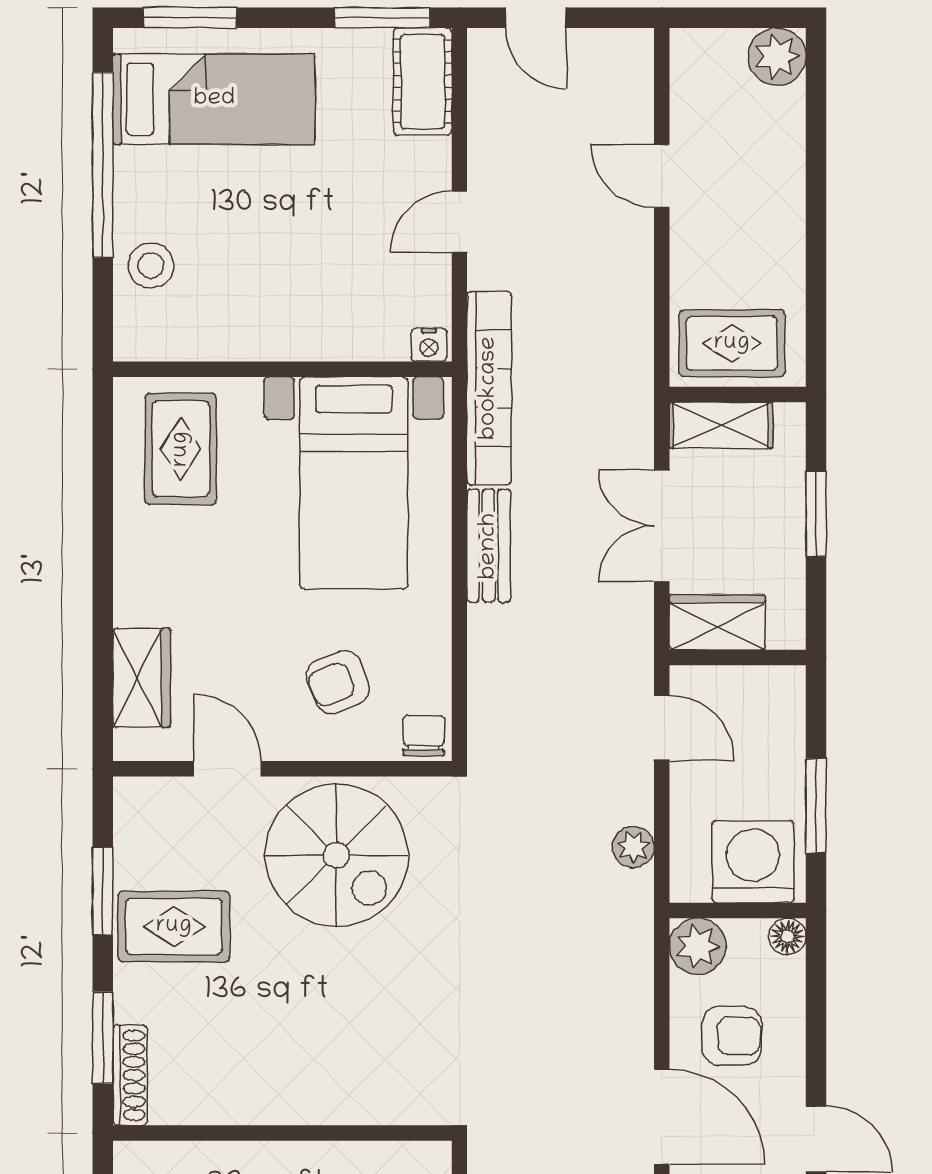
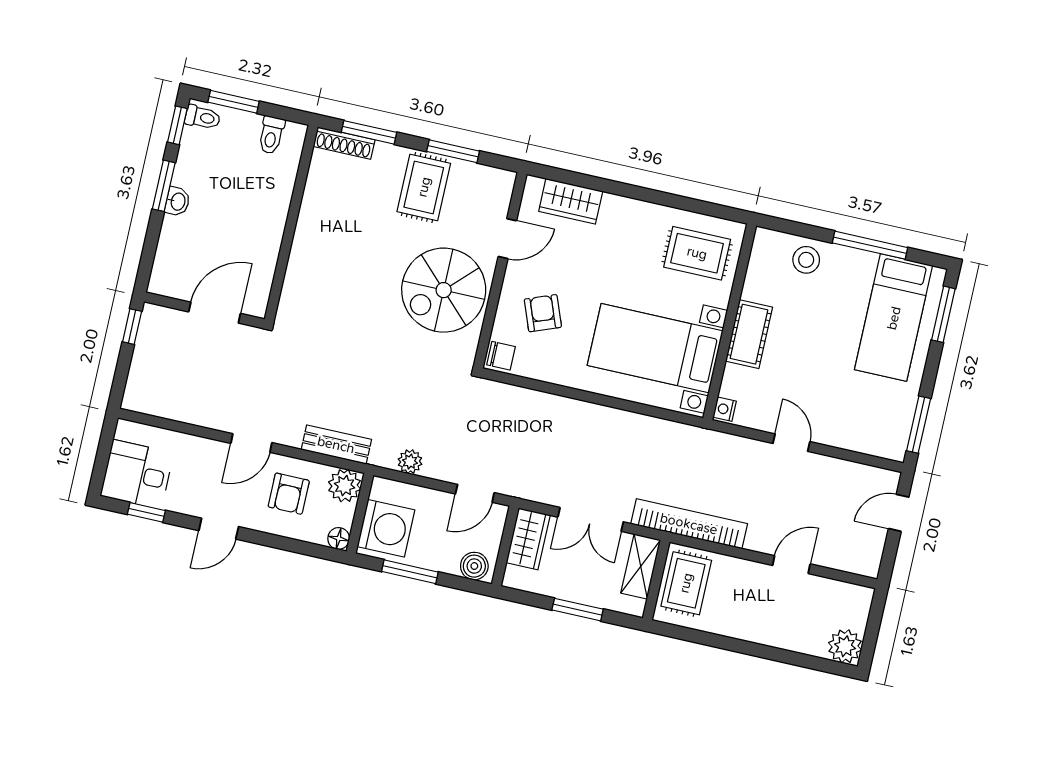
cot: (423, 81) -> (749, 334), moved, turned 90
window: (103, 165) -> (870, 245), width x0.68
bookcase: (489, 388) -> (689, 524), moved, turned 180
double door: (662, 526) -> (591, 519), swing flipped
bench: (489, 546) -> (336, 445), moved
boiler: (782, 701) -> (474, 566), added
door: (662, 1117) -> (251, 443), width x0.73

